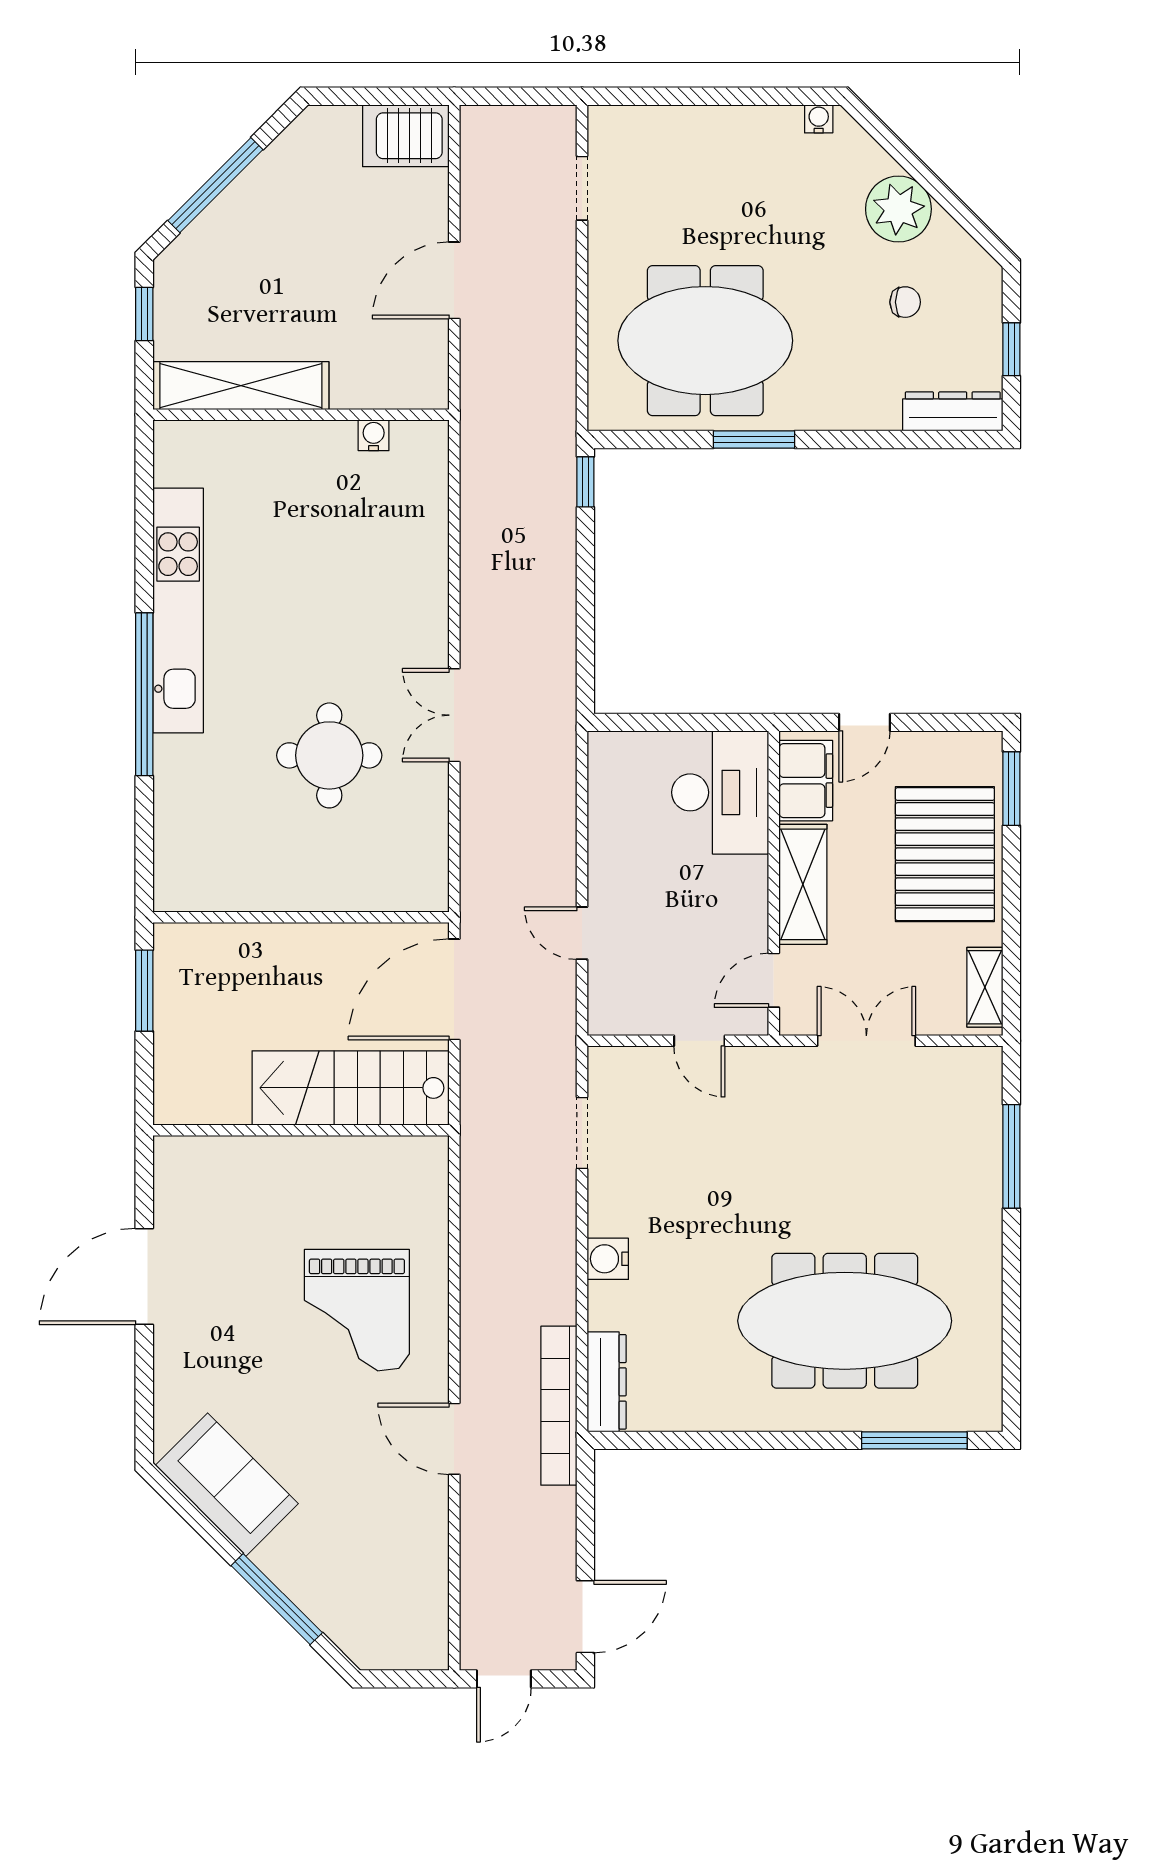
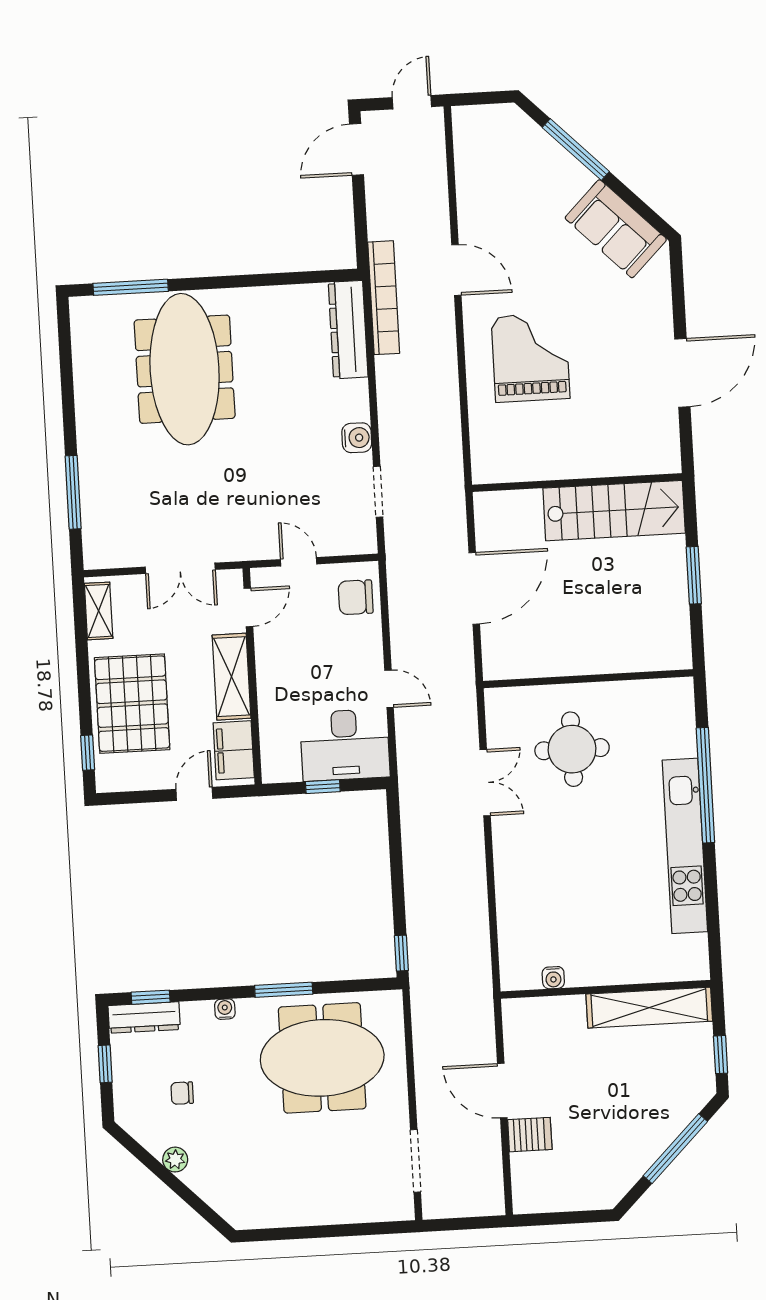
water cooler: (819, 119) -> (225, 1009), moved, turned 180
server rack: (406, 136) -> (530, 1135), moved, width x0.73, depth x0.70
doorway: (582, 188) -> (415, 1161), width x1.38
plant: (898, 209) -> (175, 1160), width x0.53, depth x0.53
door: (454, 280) -> (502, 1091), swing flipped
window: (942, 440) -> (151, 997), added
window: (683, 722) -> (323, 787), added
window: (1011, 789) -> (88, 753), width x0.67
desk: (720, 792) -> (345, 745), moved, turned -90
wall: (301, 917) -> (588, 679), moved
door: (582, 933) -> (389, 689), moved
chair: (622, 986) -> (356, 597), added
stairs: (351, 1088) -> (614, 511), moved
water cooler: (608, 1259) -> (357, 438), moved
meeting table: (845, 1321) -> (185, 369), turned 90
dresser: (607, 1382) -> (348, 330), width x1.37, depth x1.24

